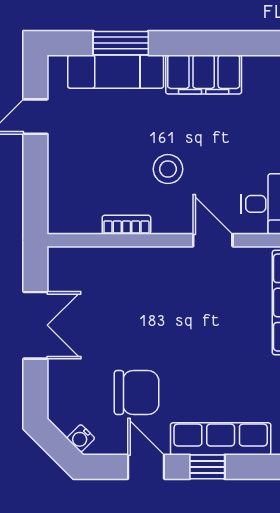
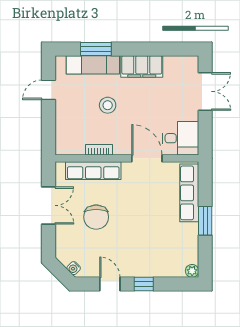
stool: (168, 169) -> (108, 105), moved
door: (213, 240) -> (147, 158), width x1.38
chair: (137, 392) -> (96, 217), moved, turned 90
row of seats: (221, 439) -> (93, 171), moved, turned 180

